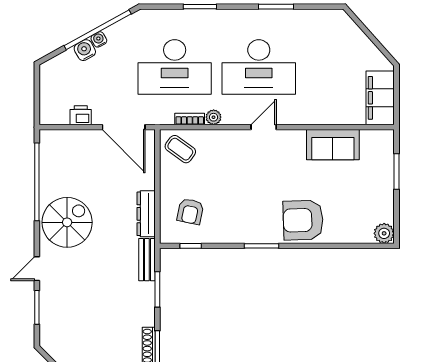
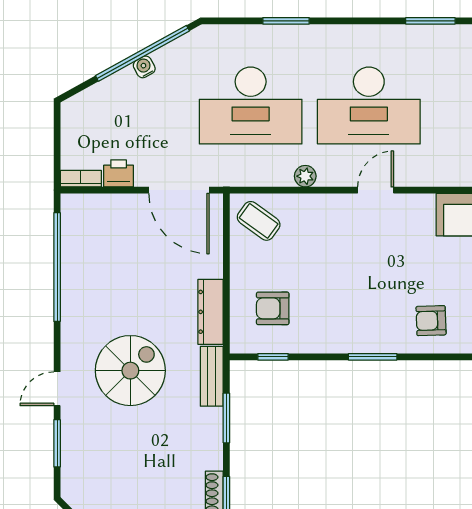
window: (276, 7) -> (430, 21), moved
water cooler: (85, 50) -> (124, 82), removed
bookcase: (190, 119) -> (81, 179), moved
armchair: (190, 211) -> (273, 308), turned 78
armchair: (303, 220) -> (431, 321), width x0.53, depth x0.53
spiral stairs: (67, 222) -> (130, 371), moved

